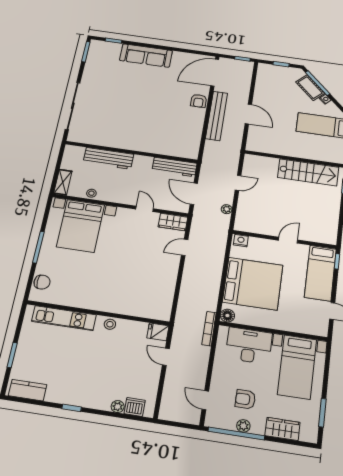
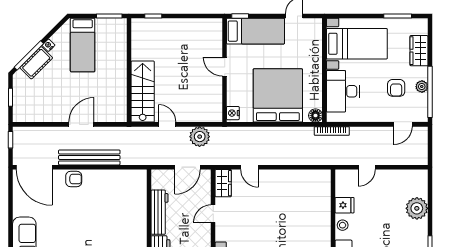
workbench: (174, 167) -> (159, 212), moved
stairs: (308, 172) -> (143, 92), moved
plant: (227, 209) -> (200, 137), width x1.87, depth x1.87
fridge: (158, 332) -> (344, 205), moved, turned -90
plant: (118, 407) -> (417, 208), width x1.87, depth x1.87
dishwasher: (135, 407) -> (420, 188), removed

